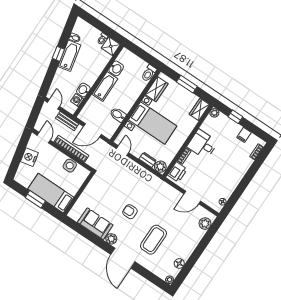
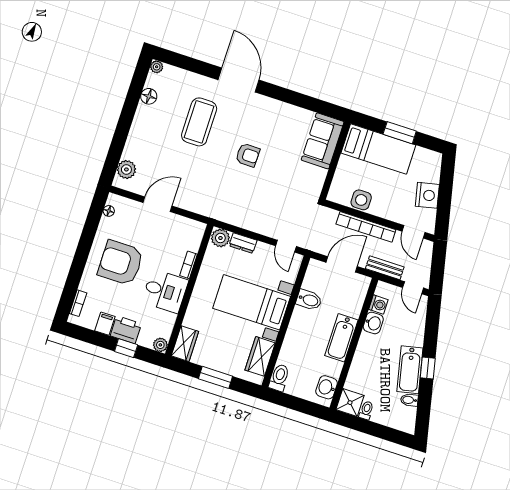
washbasin: (116, 68) -> (327, 387), moved
armchair: (224, 169) -> (121, 263), added
printer: (177, 172) -> (126, 330), moved, turned 90
sofa: (95, 224) -> (323, 141), moved, turned 90
plant: (111, 239) -> (265, 105), removed

